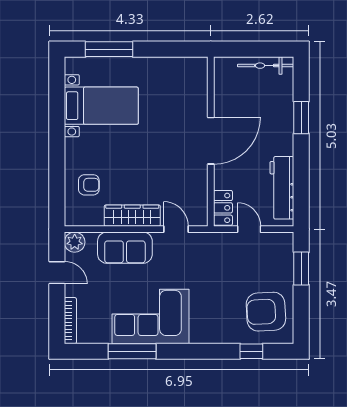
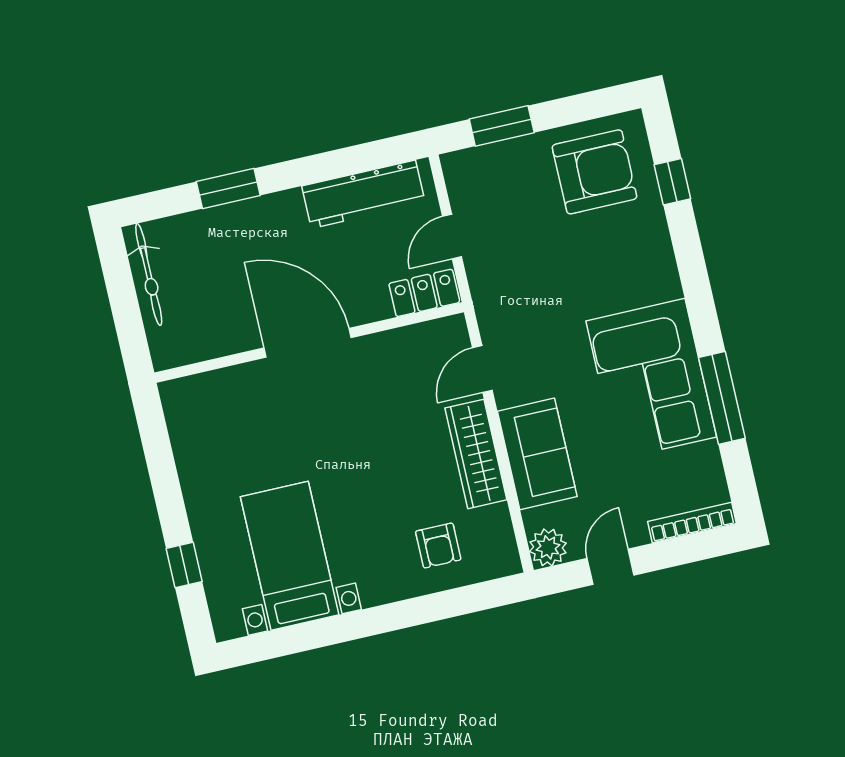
window: (109, 49) -> (184, 565), width x0.46
armchair: (89, 185) -> (438, 545), turned 180
armchair: (266, 312) -> (594, 172), turned -87

